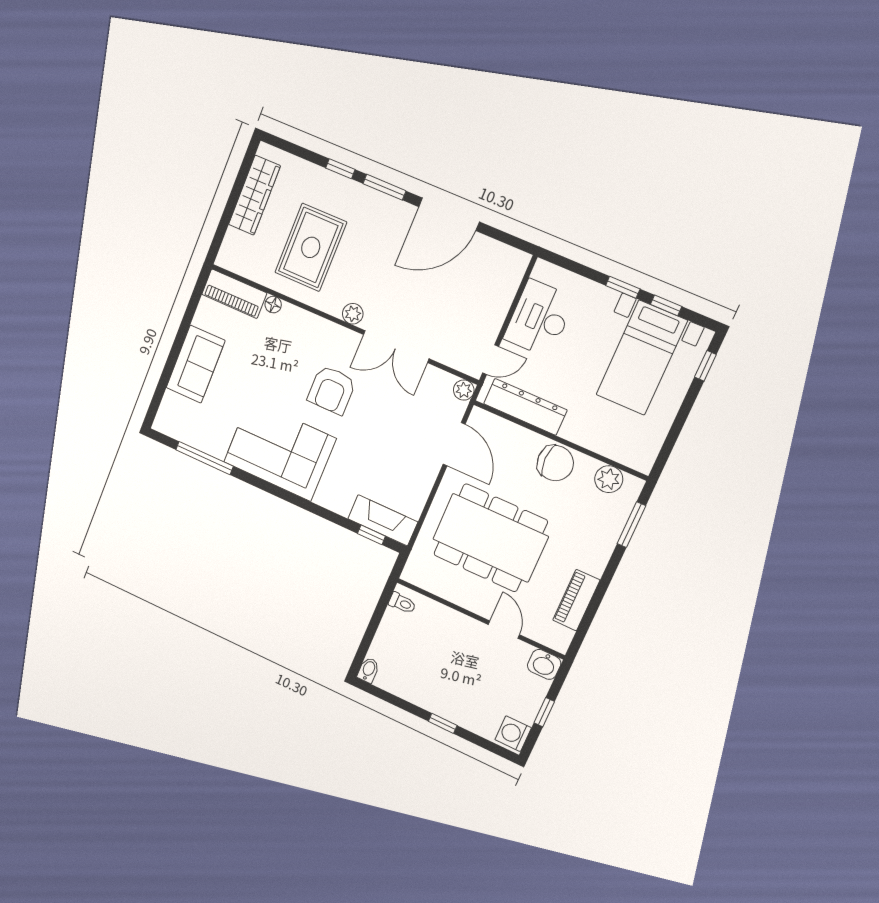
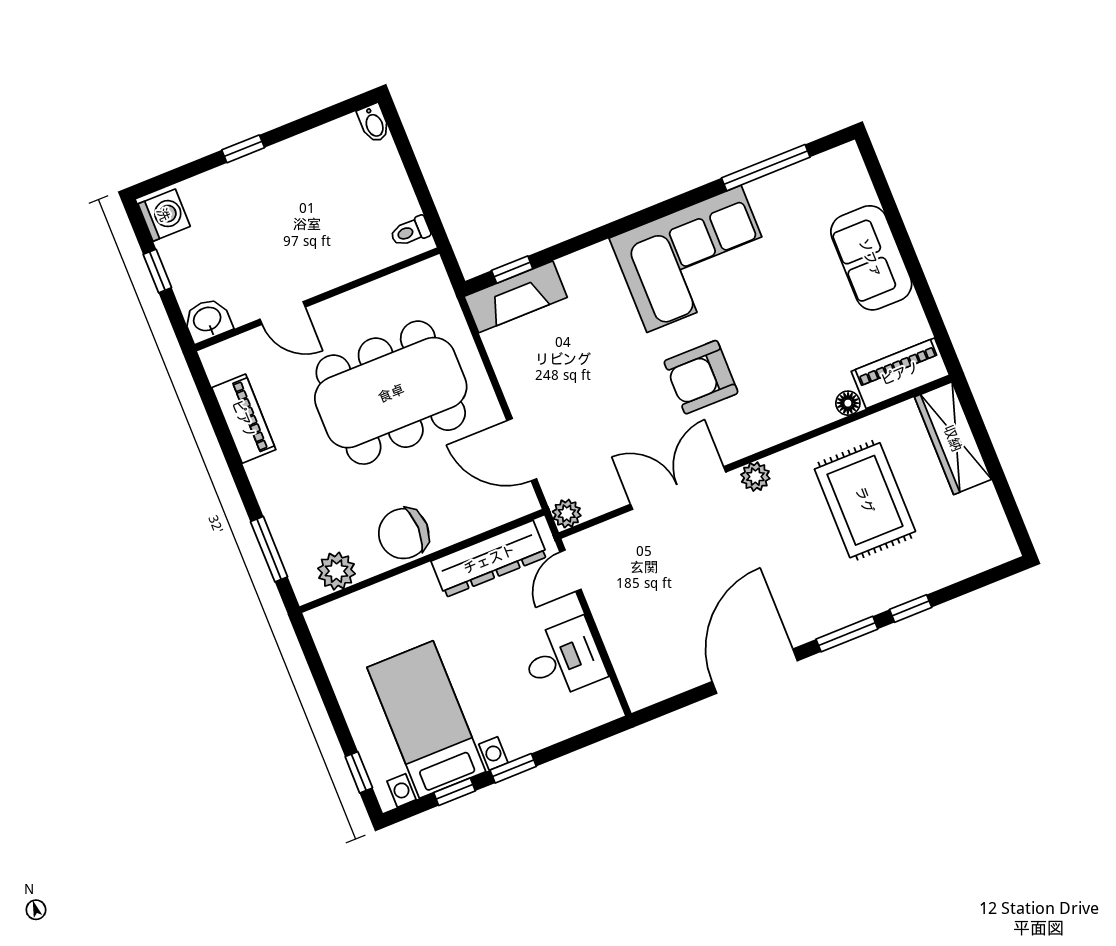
wardrobe: (254, 195) -> (953, 438), moved
desk: (539, 318) -> (563, 659), width x0.73
armchair: (332, 390) -> (701, 377), turned -90

